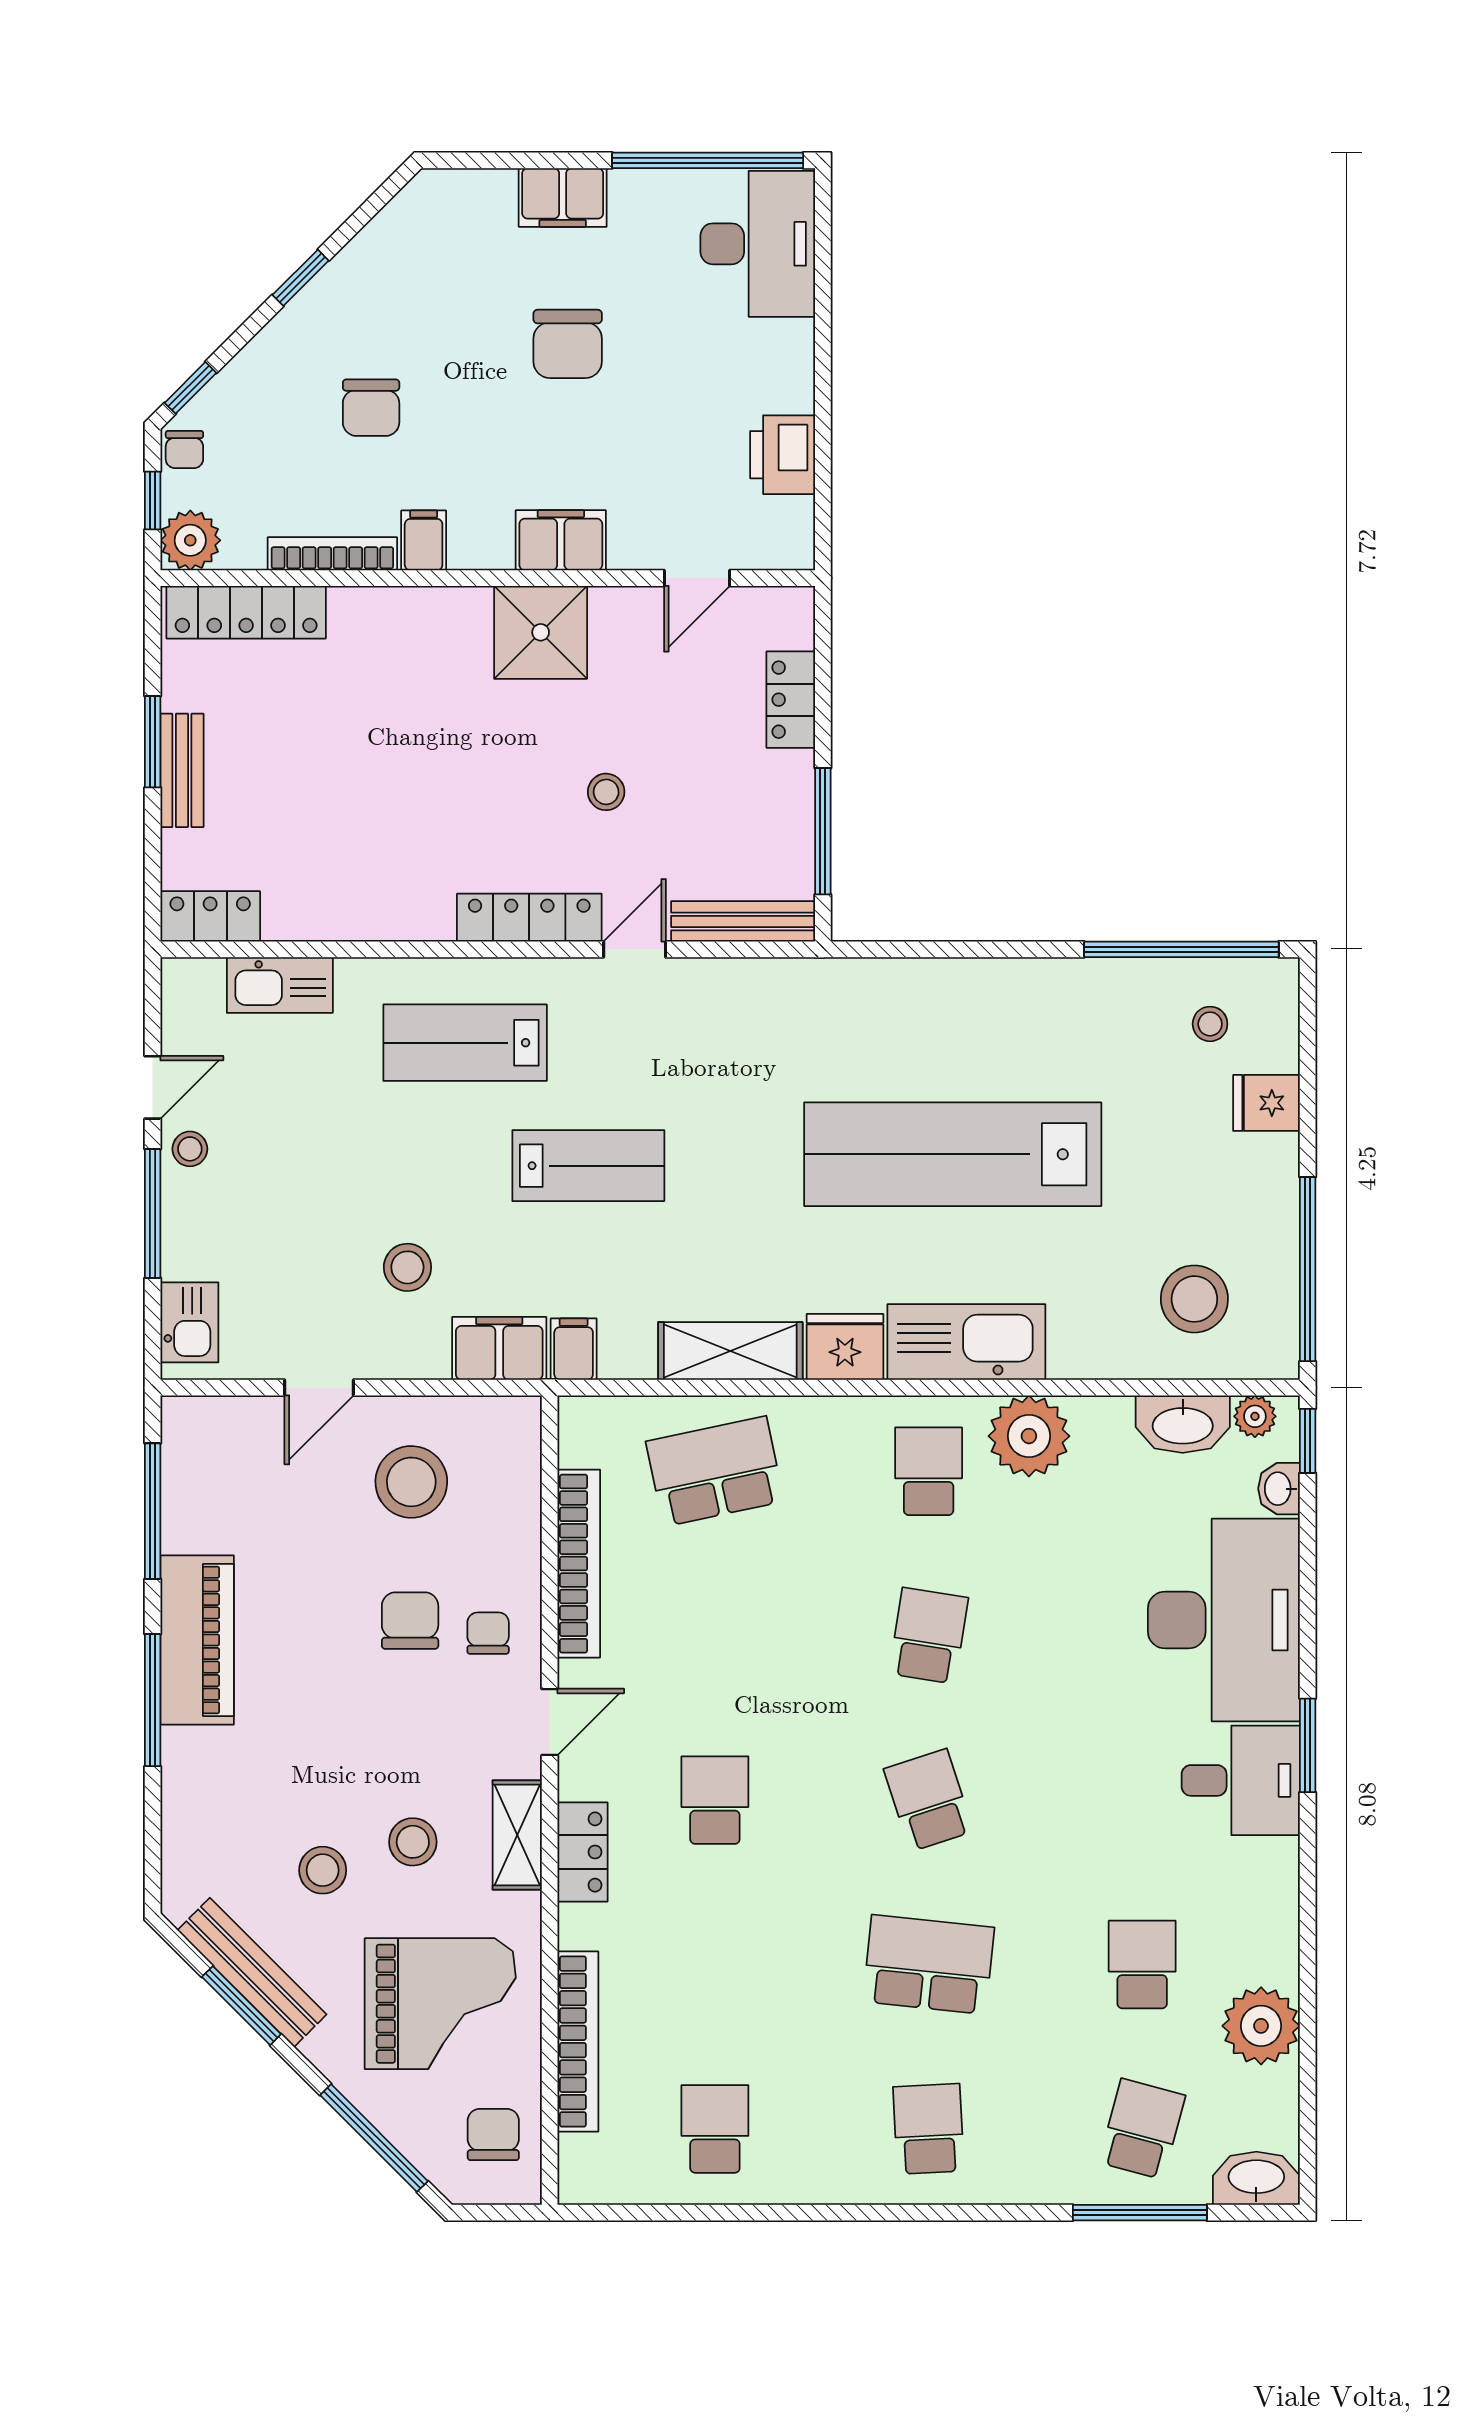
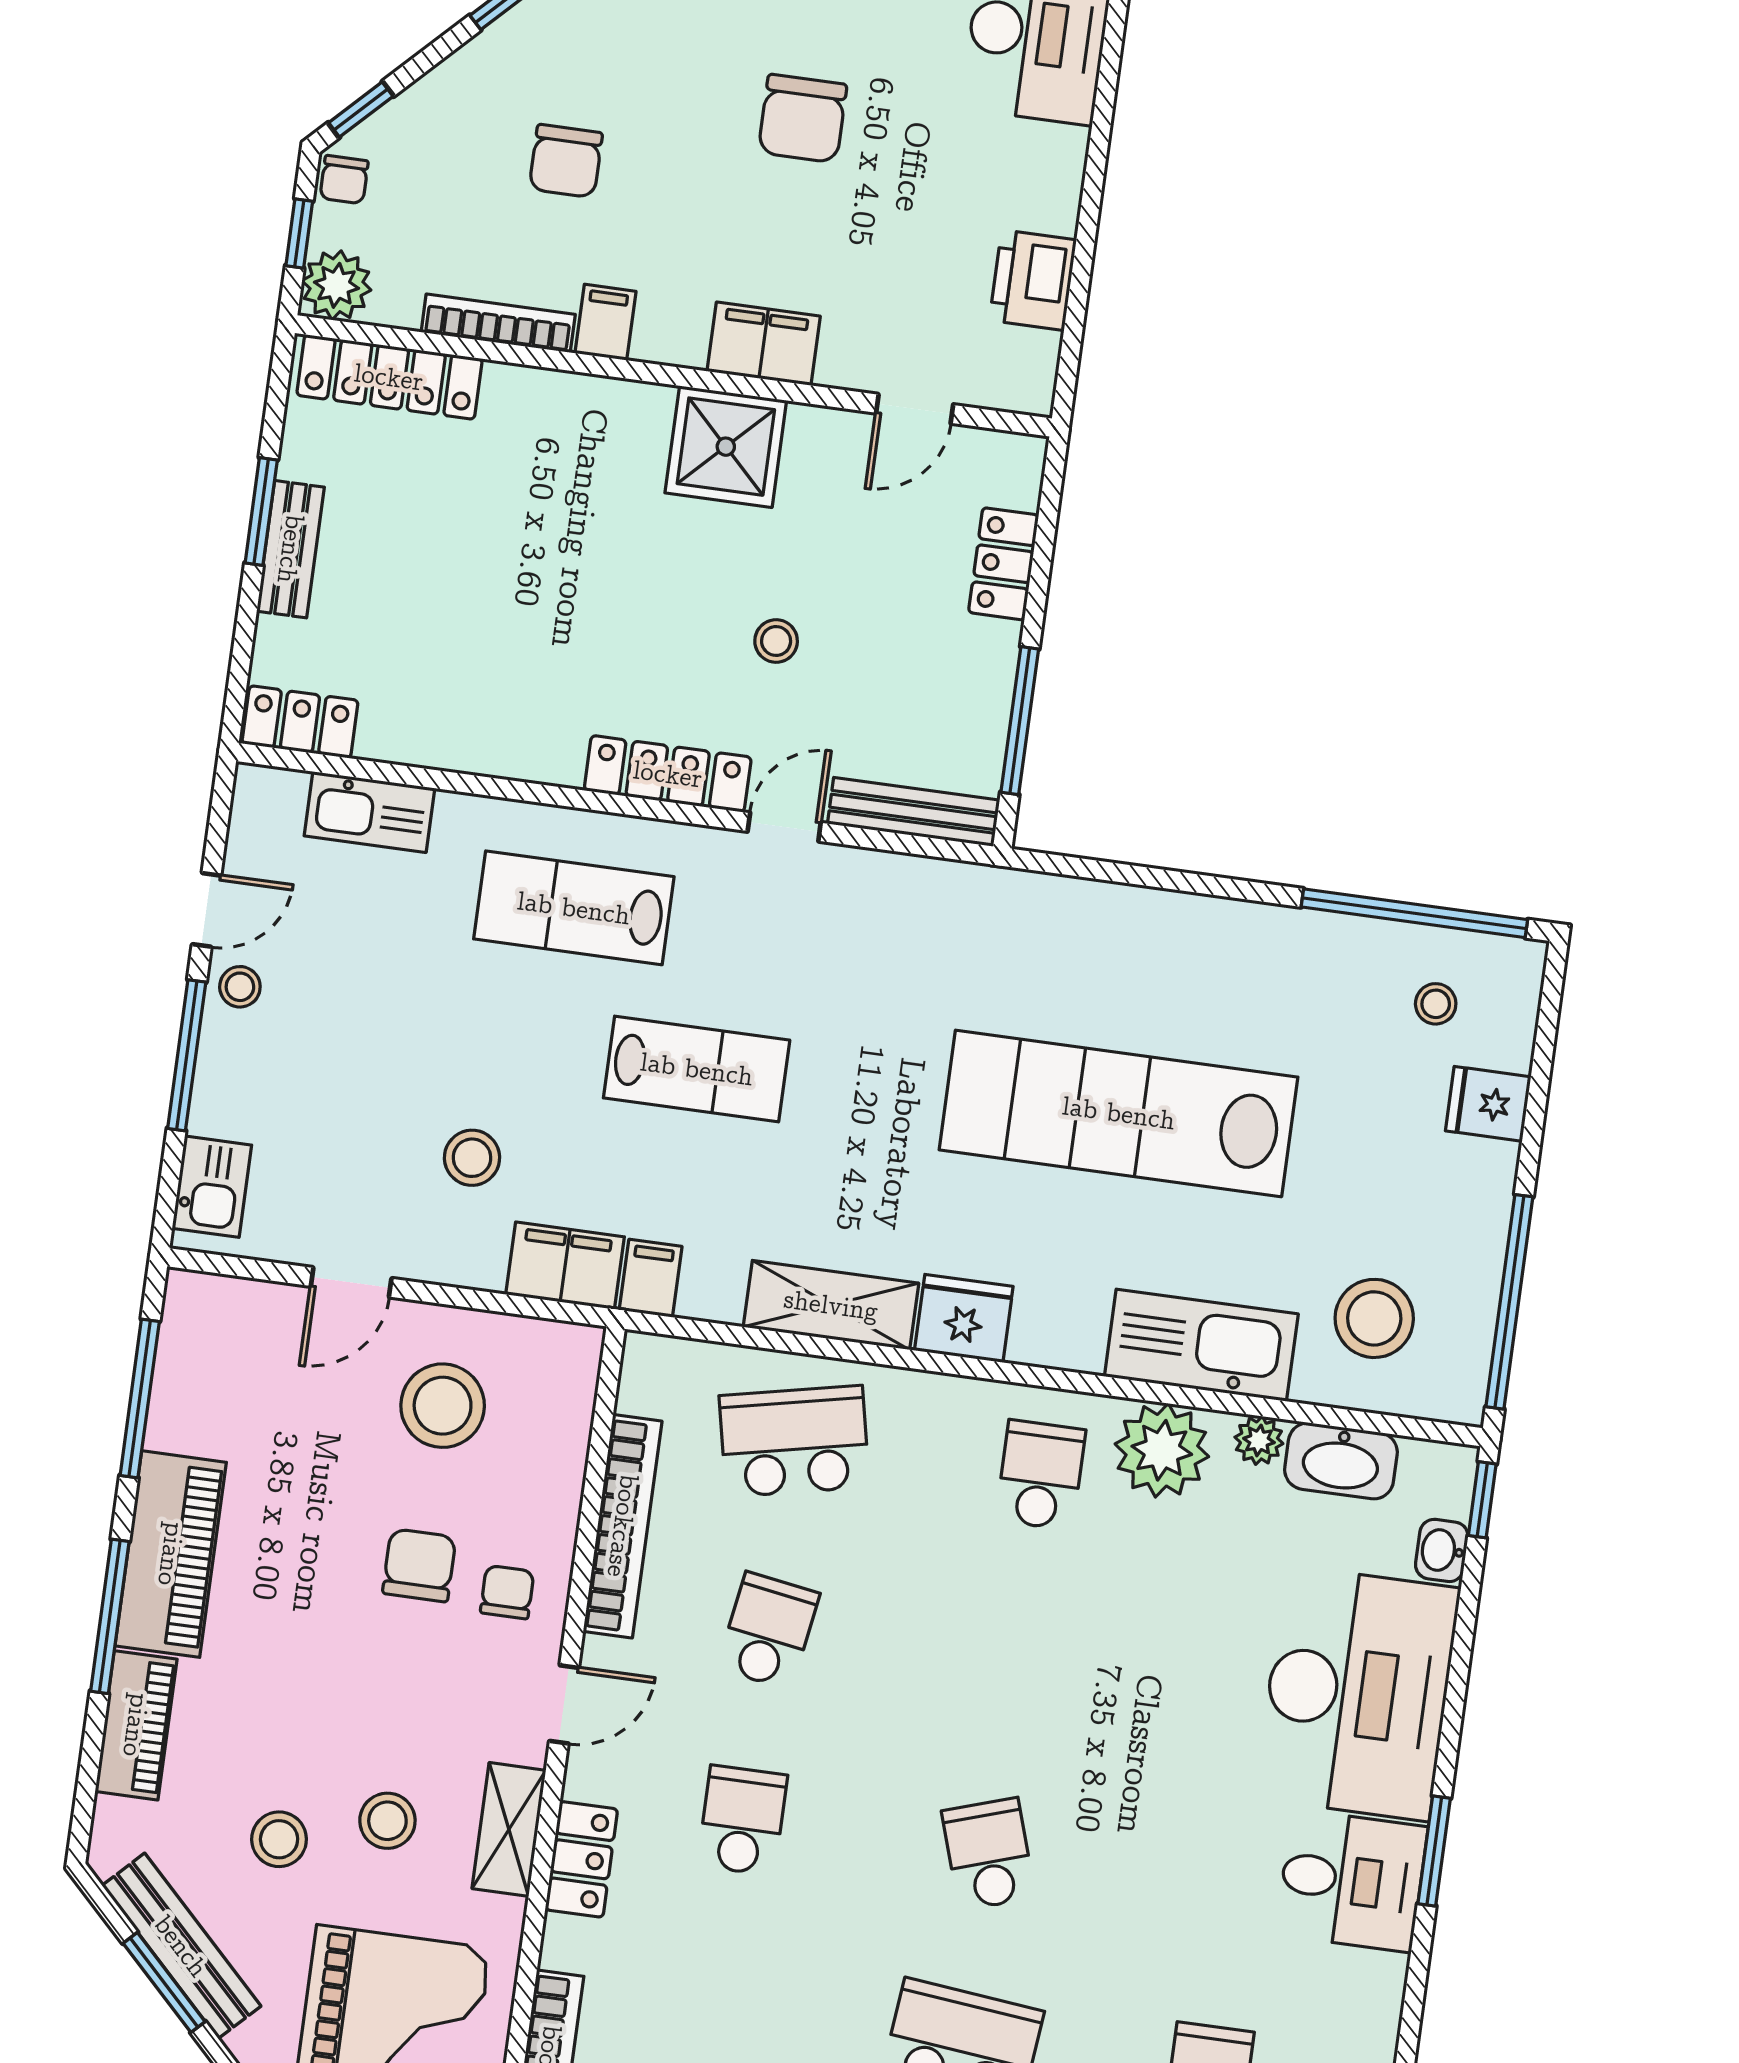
kitchen sink: (966, 1342) -> (1201, 1345), moved
plant: (1255, 1416) -> (1259, 1440), moved
school desk: (929, 1636) -> (768, 1631), moved
piano: (188, 1790) -> (136, 1725), added

